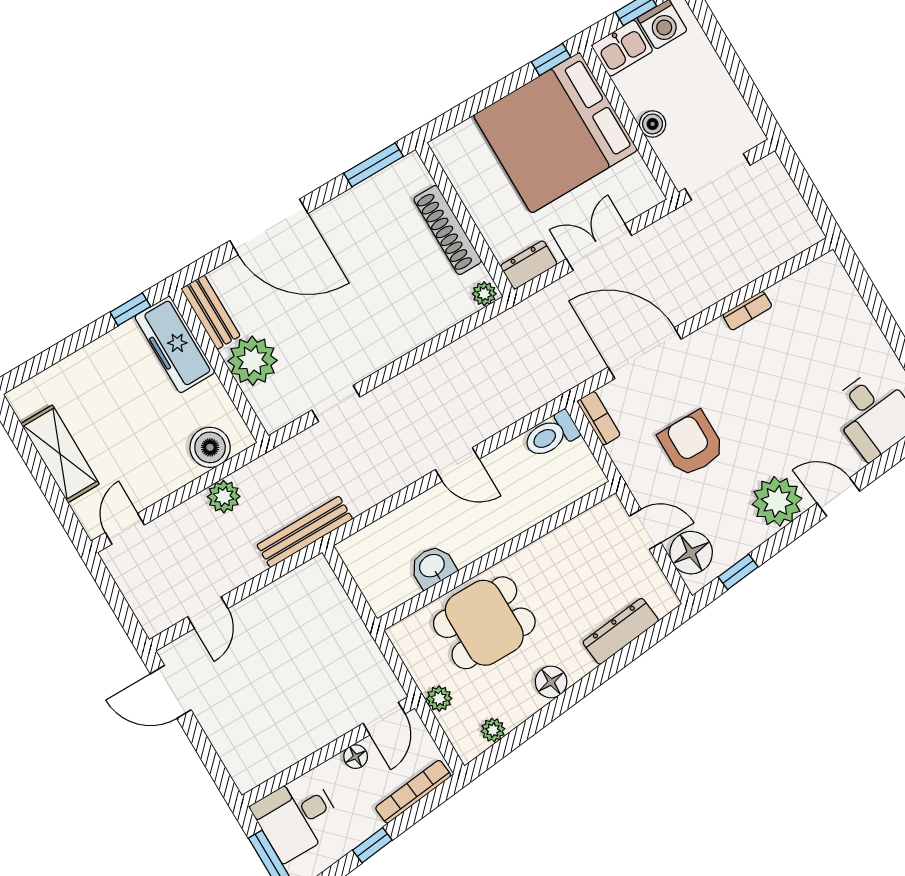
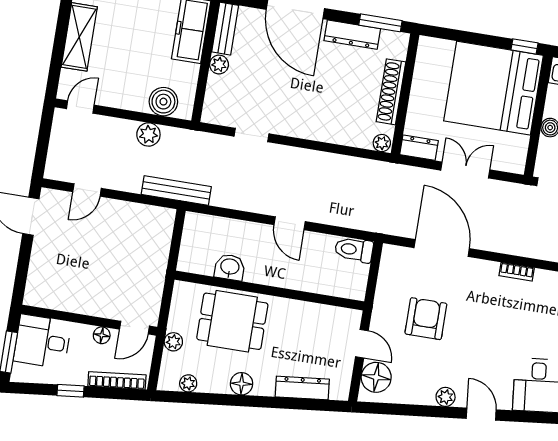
dresser: (354, 203) -> (352, 35), added
plant: (253, 361) -> (219, 65), width x0.53, depth x0.53
bookcase: (599, 418) -> (387, 262), removed
plant: (777, 501) -> (446, 397), width x0.53, depth x0.53
window: (738, 572) -> (393, 409), removed

